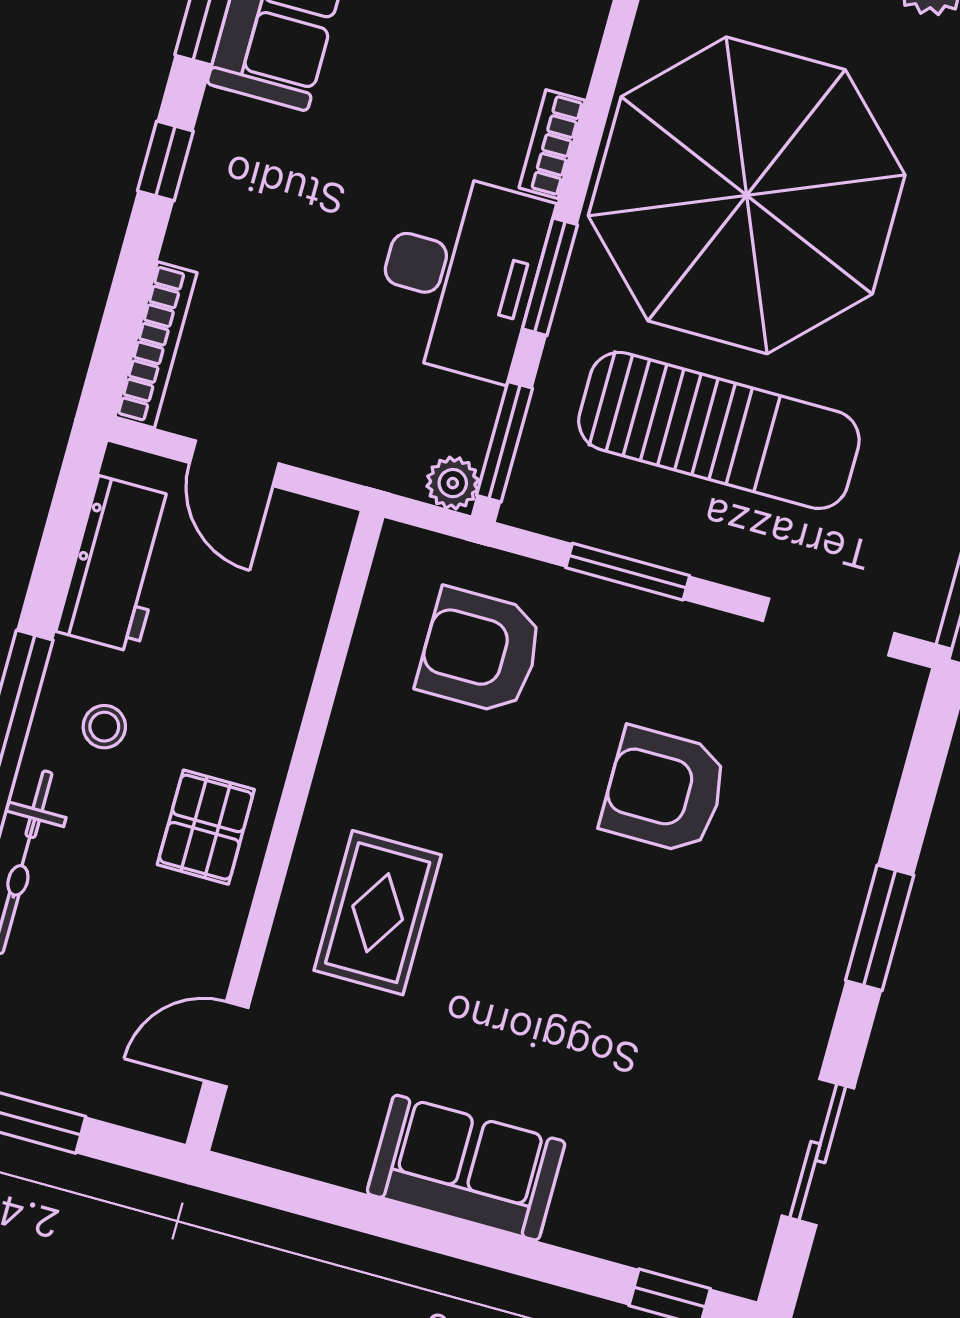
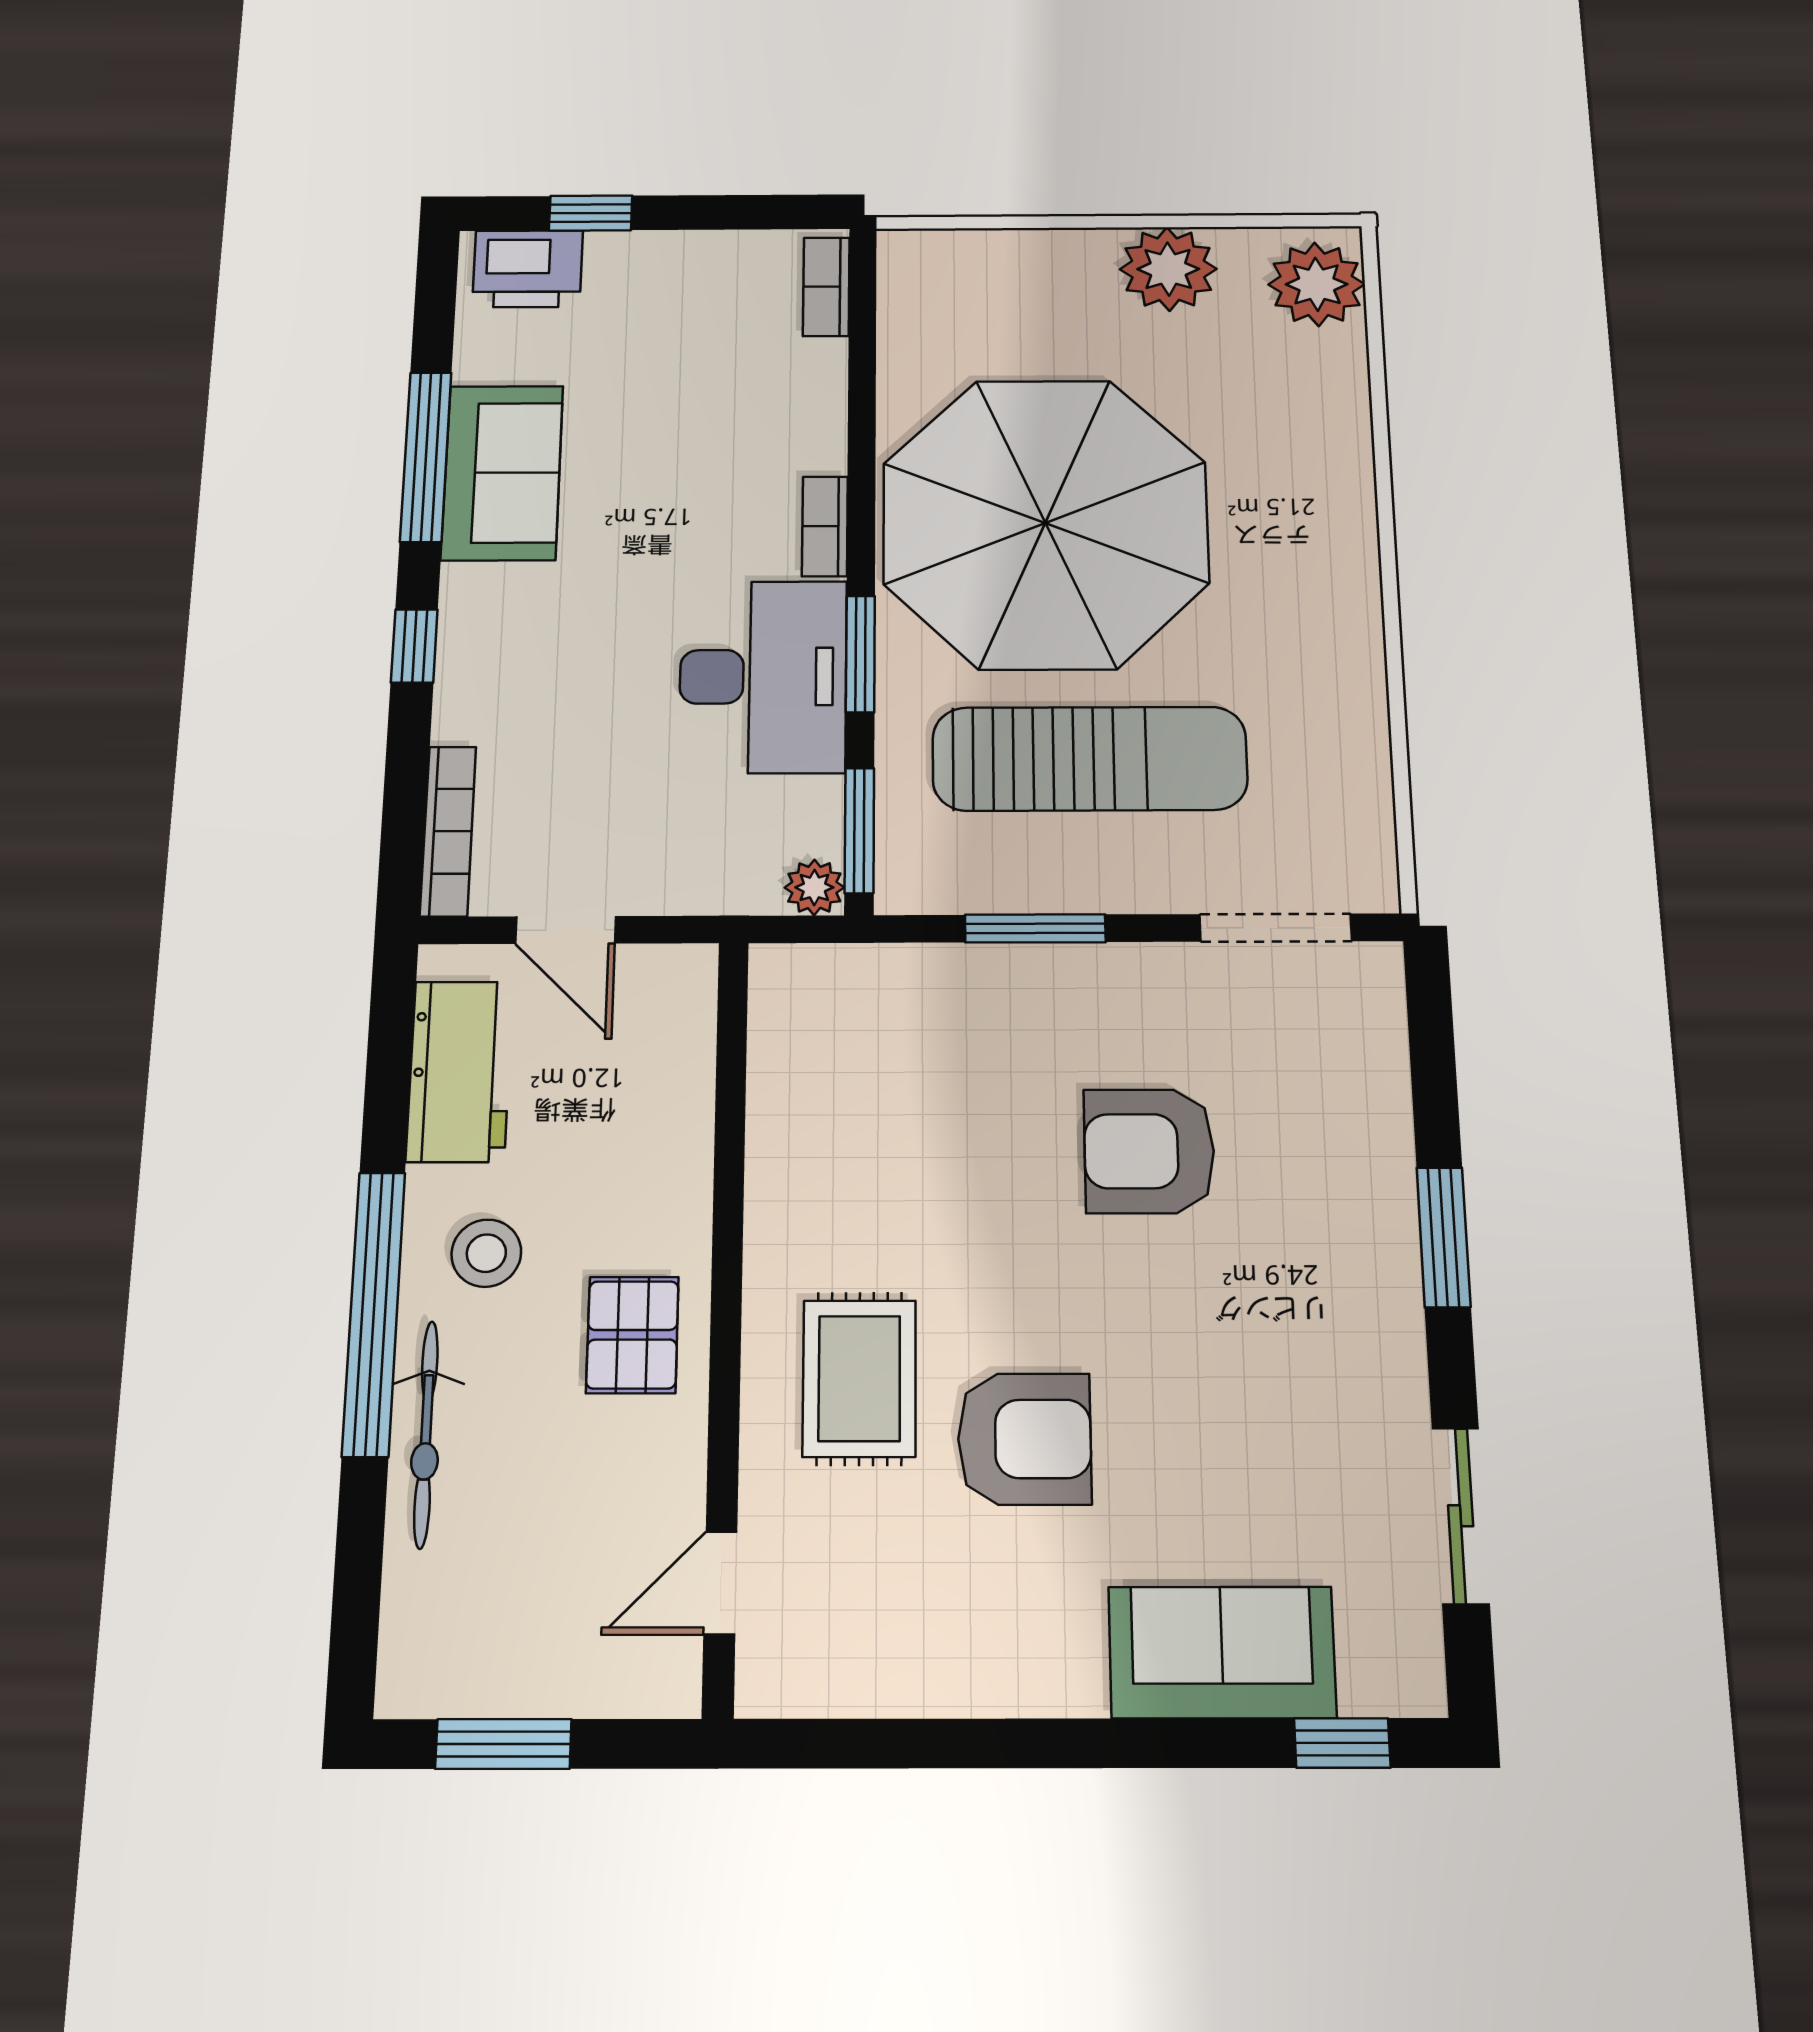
armchair: (480, 651) -> (1024, 1439), moved, turned 180
stool: (104, 727) -> (486, 1253), width x1.37, depth x1.37
sofa: (466, 1168) -> (1222, 1652), moved

